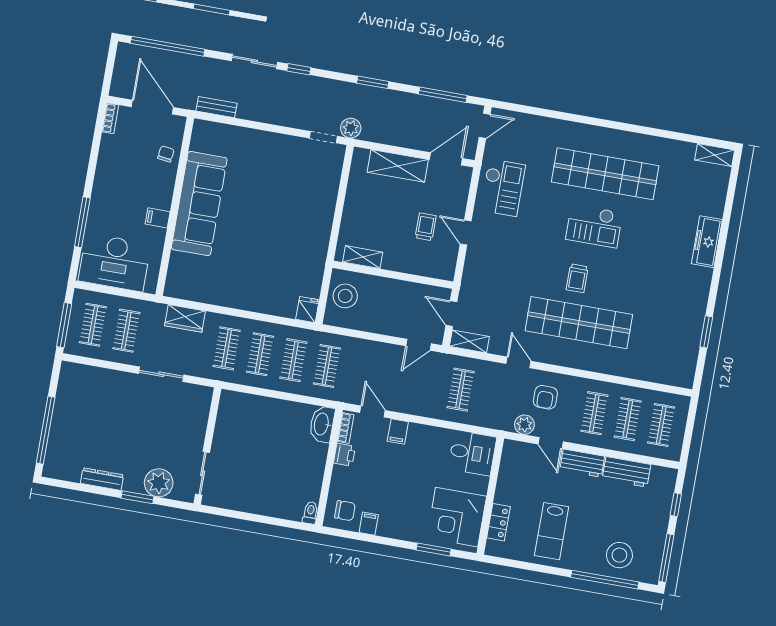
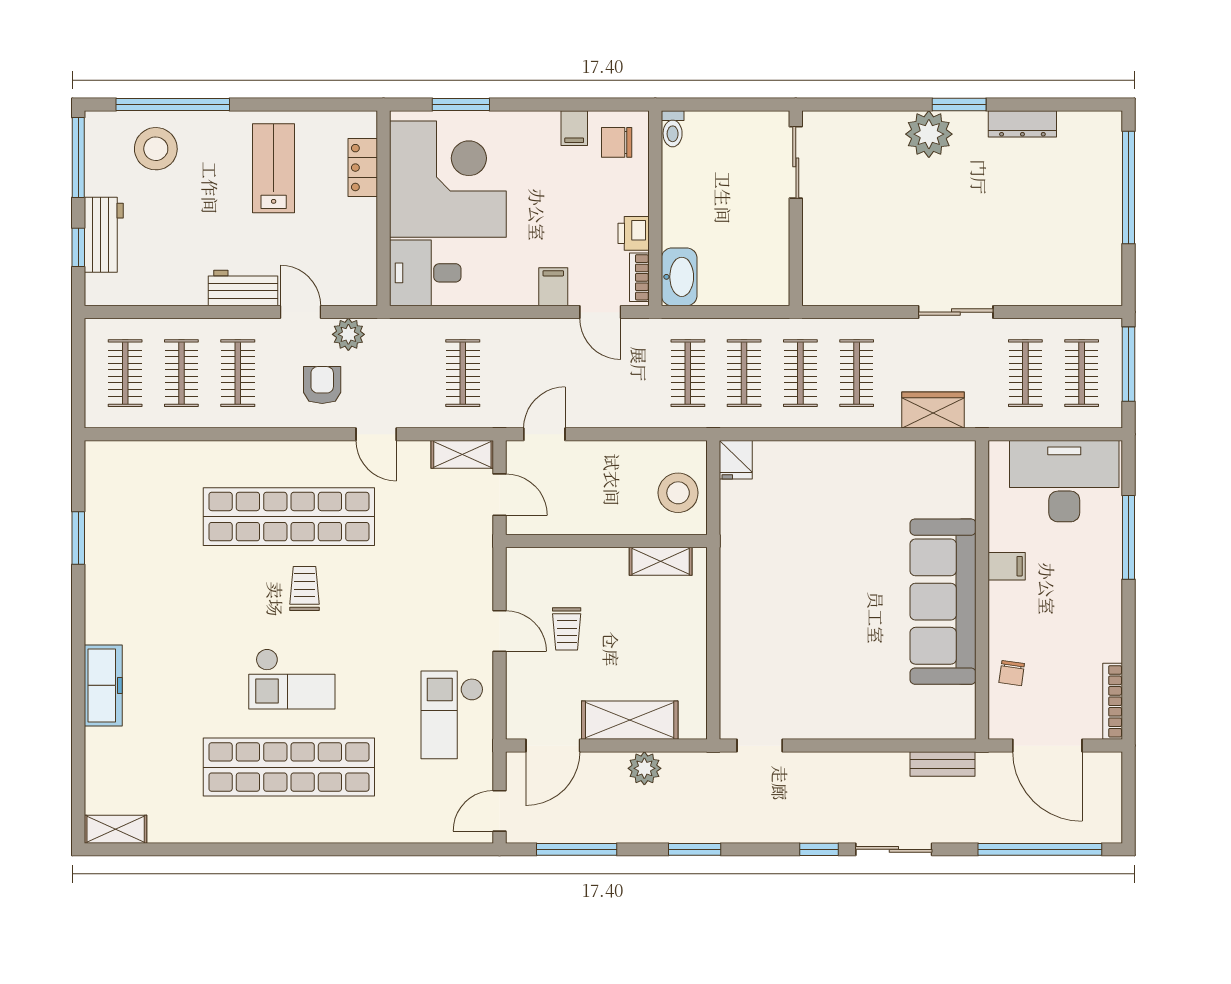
bookcase: (110, 118) -> (1113, 701), width x1.56
plant: (351, 128) -> (644, 768), moved
checkout: (594, 226) -> (292, 679), turned 180
wall: (207, 446) -> (796, 208), moved
workbench: (626, 472) -> (104, 235), moved, turned 90
sliding door: (203, 473) -> (796, 162), moved
corner desk: (457, 517) -> (448, 179), width x1.36, depth x1.36

